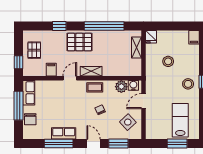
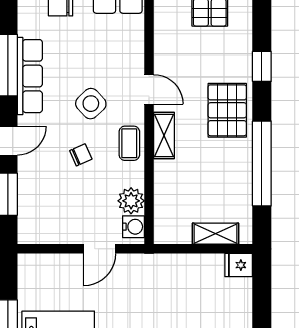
stool: (168, 61) -> (185, 302), removed
filing cabinet: (51, 70) -> (168, 49), removed
door: (144, 101) -> (100, 249), swing flipped
side table: (128, 122) -> (91, 104), moved
row of seats: (64, 133) -> (30, 76), width x1.48

